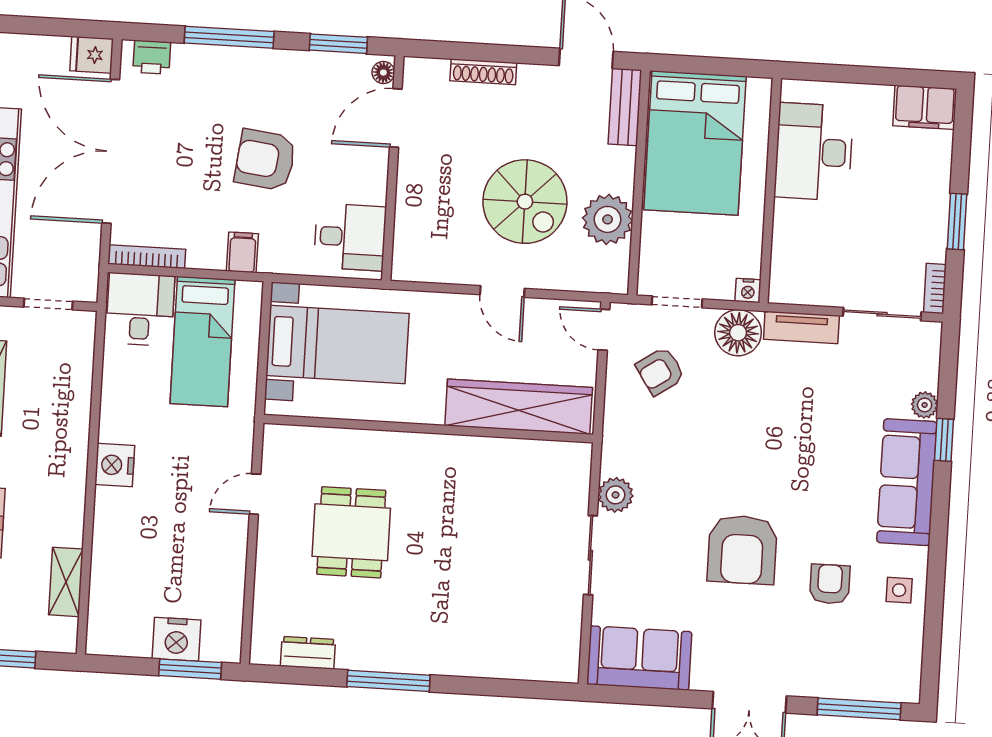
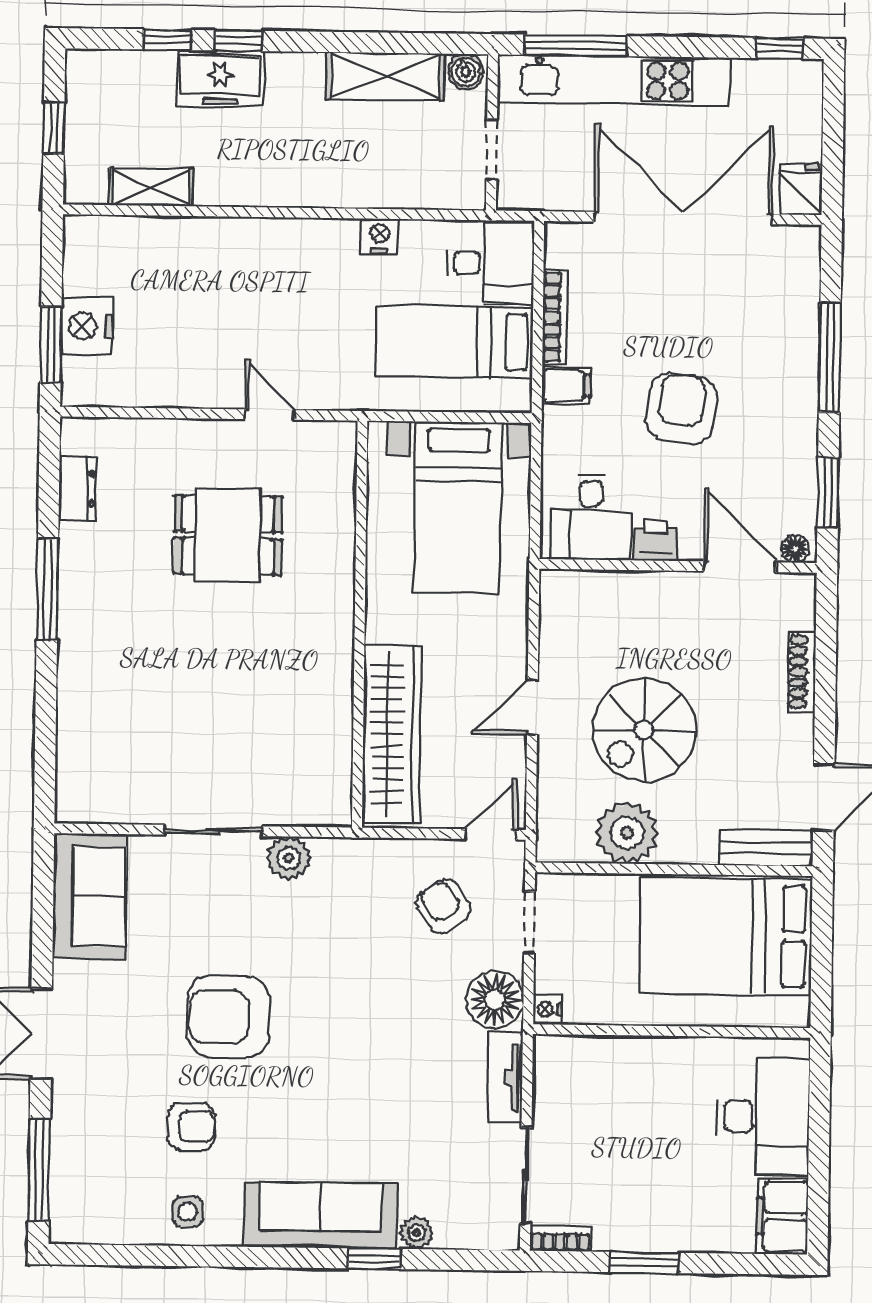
printer: (152, 57) -> (656, 541), moved, turned 90
desk: (814, 152) -> (763, 1117), moved, turned 90
bookcase: (147, 257) -> (555, 317), moved
nightstand: (115, 465) -> (380, 236), moved, width x0.74, depth x0.75

